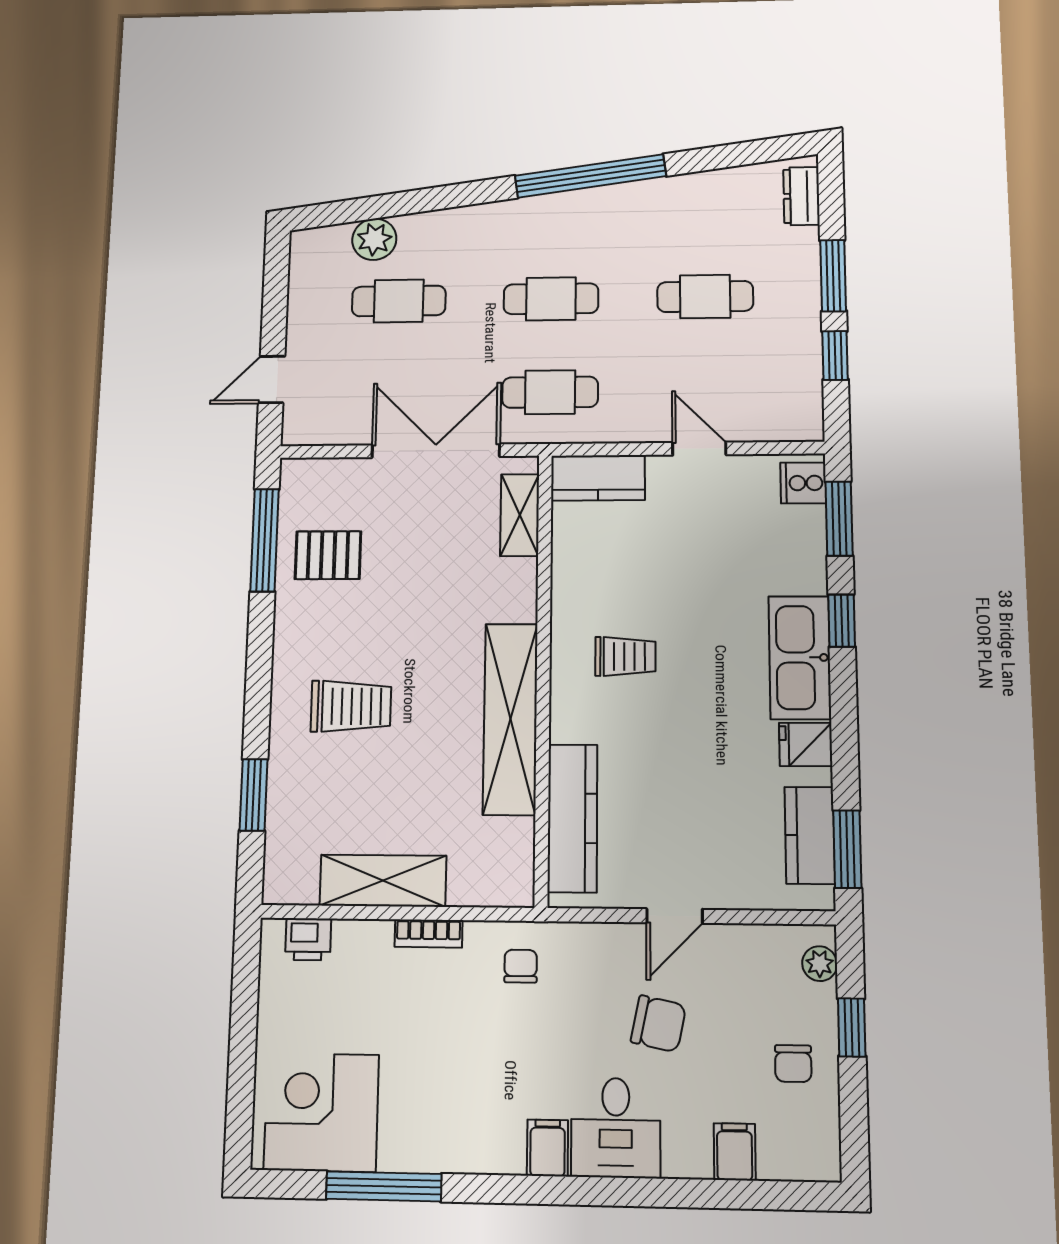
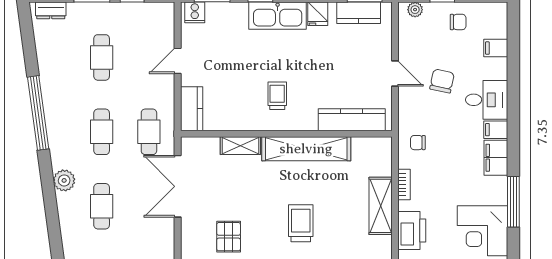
plant: (374, 239) -> (64, 180), moved
shelving: (520, 515) -> (240, 146), moved
printer: (308, 939) -> (412, 230), width x1.87, depth x1.48
filing cabinet: (484, 1147) -> (496, 158), added

